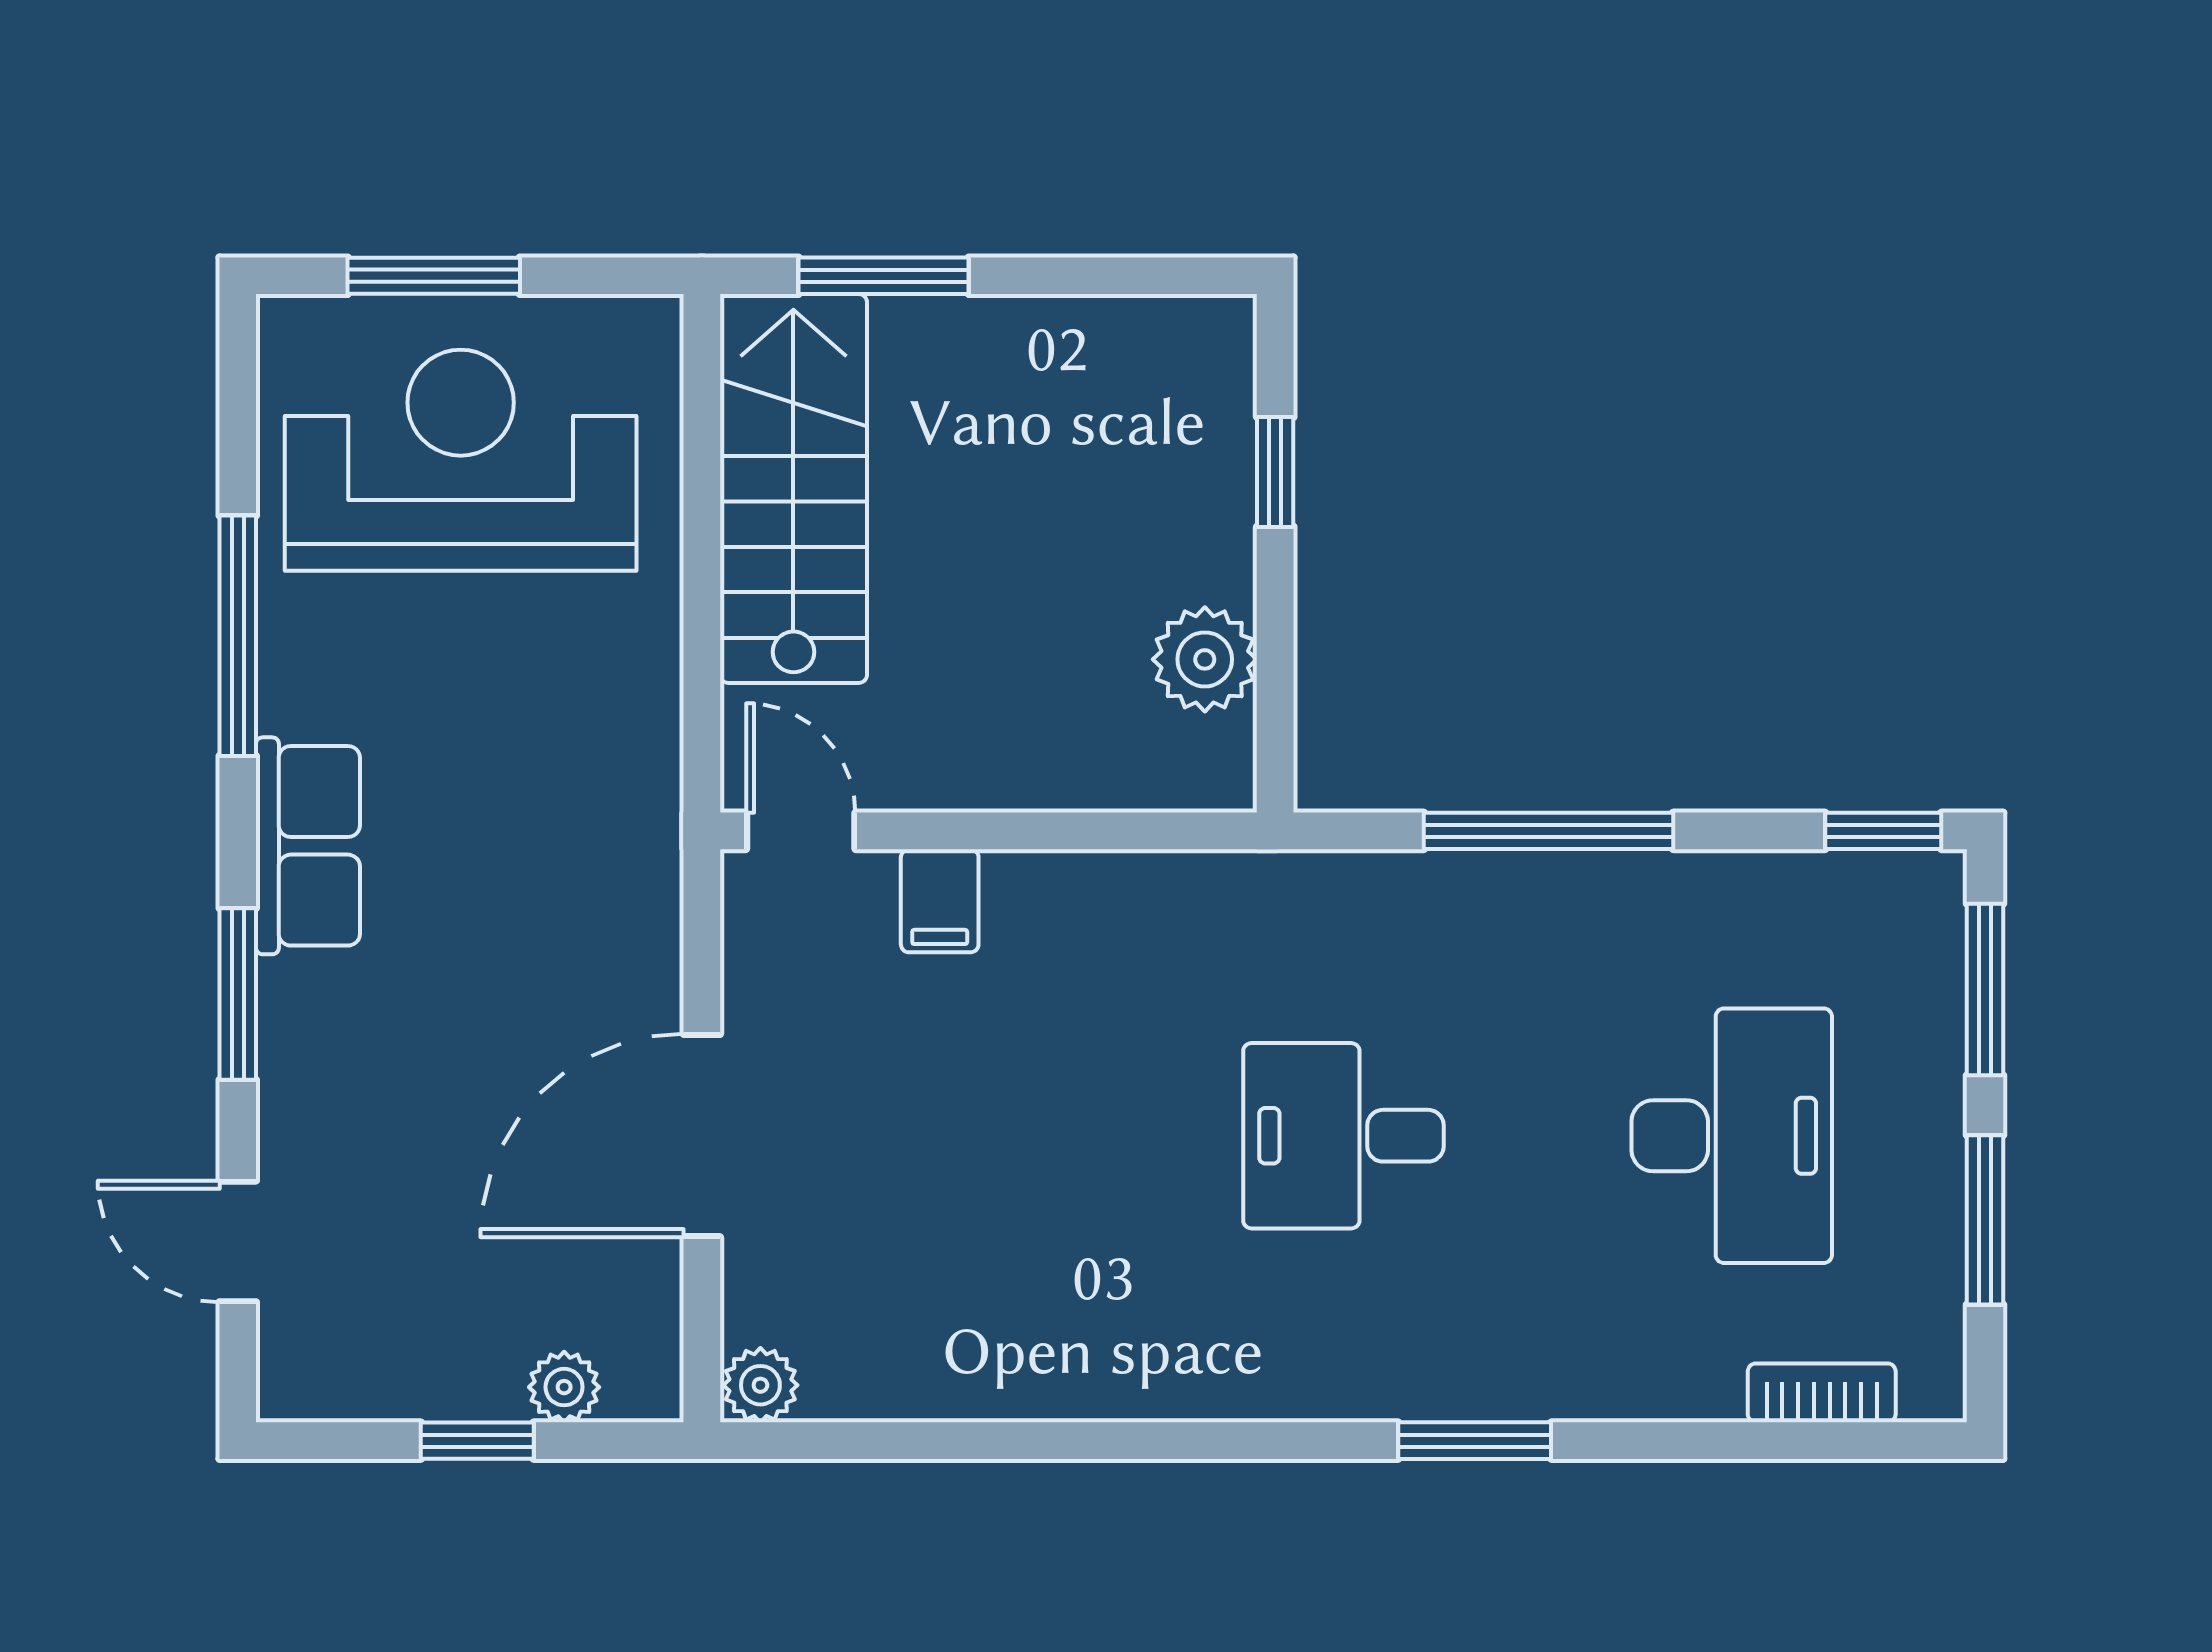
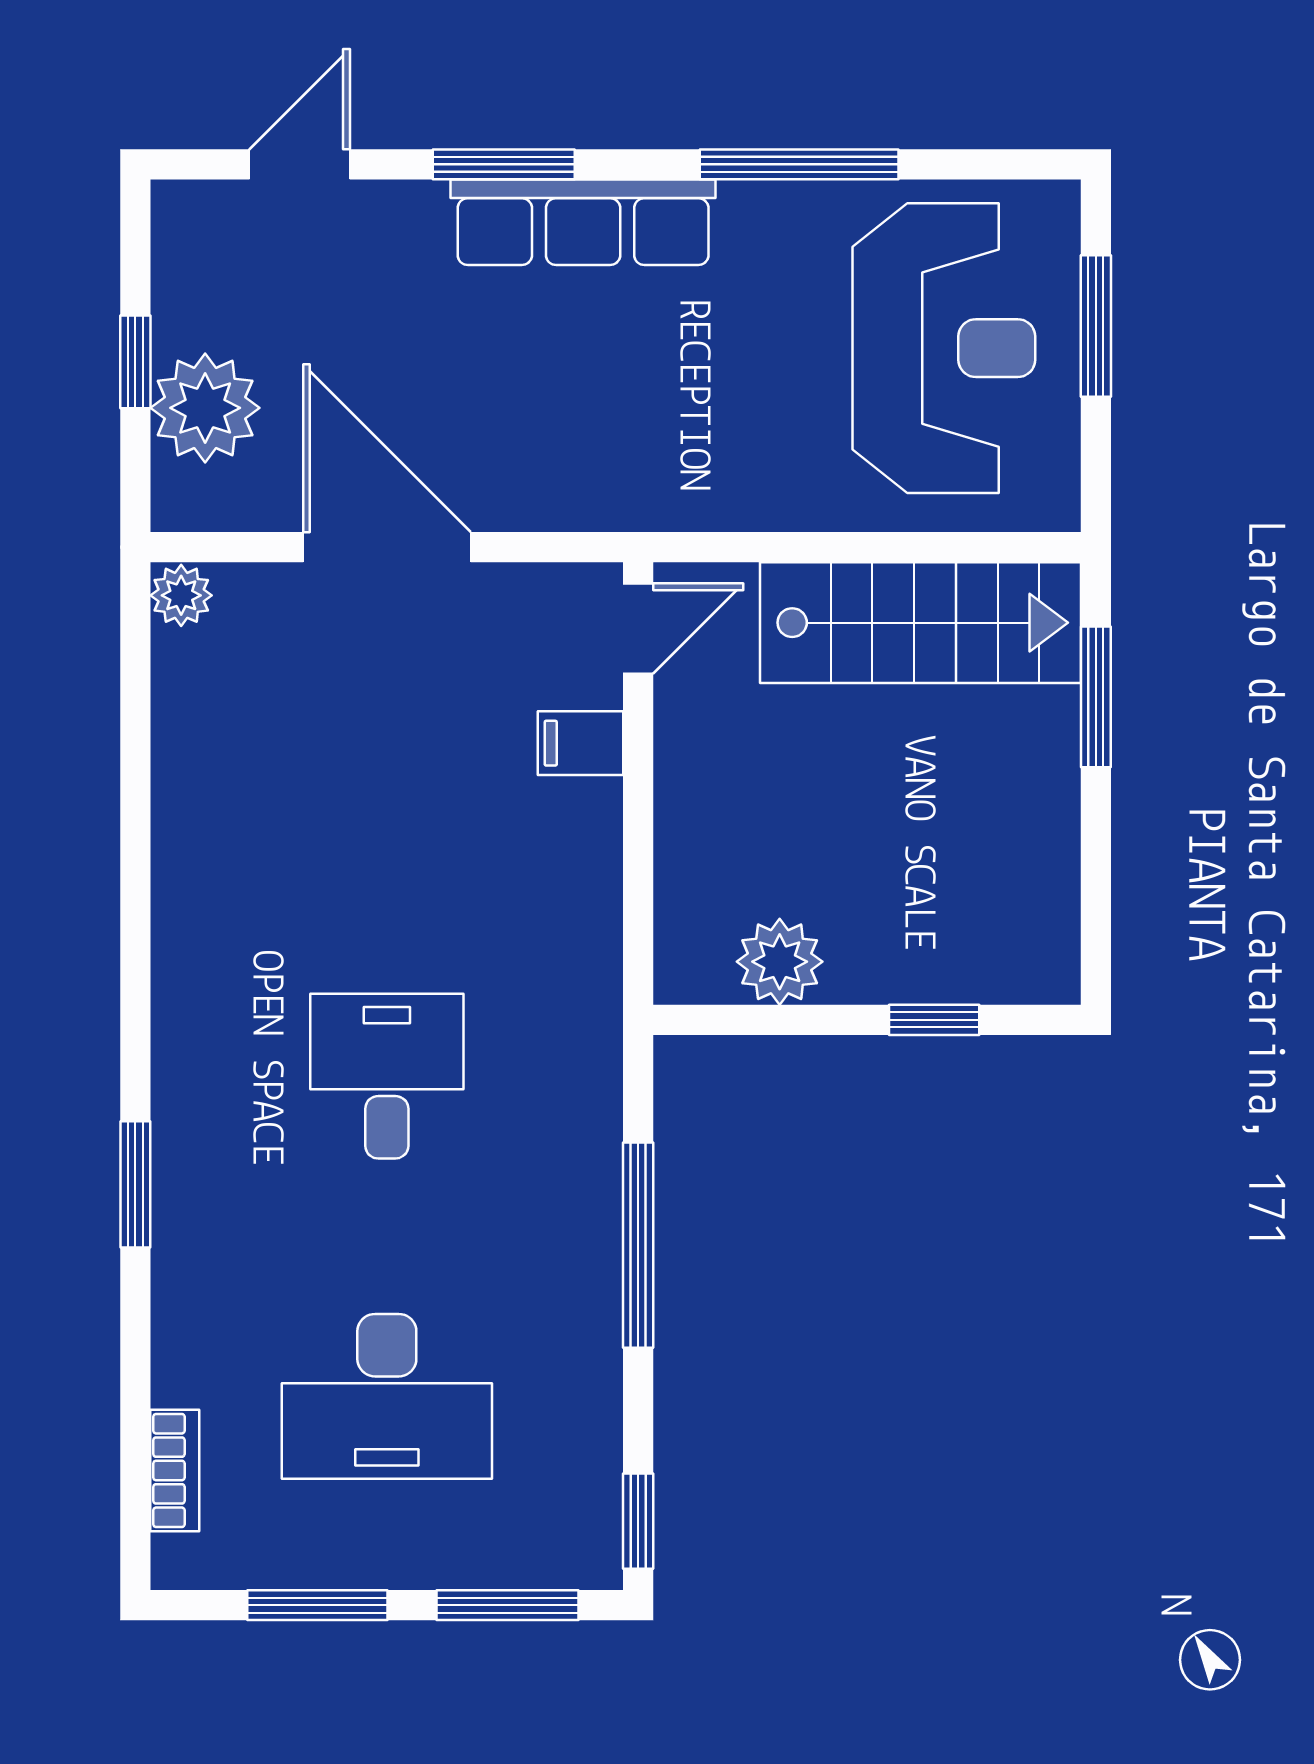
row of seats: (308, 846) -> (583, 222), width x1.48
plant: (564, 1387) -> (205, 408), width x1.88, depth x1.88

